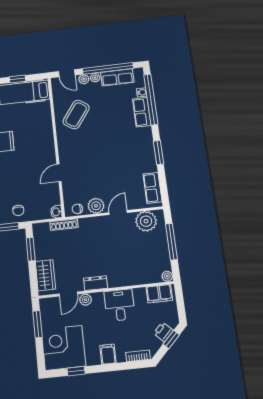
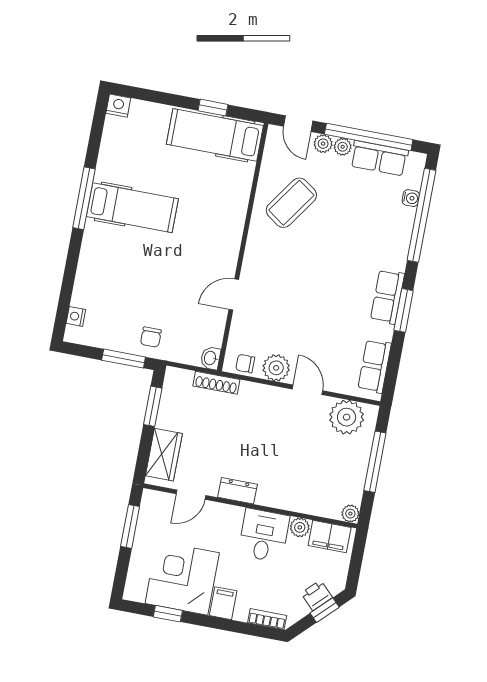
row of seats: (142, 112) -> (387, 297), moved
door: (118, 213) -> (308, 390), hinge flipped
plant: (85, 300) -> (300, 527), moved
corner desk: (64, 348) -> (182, 578), moved

